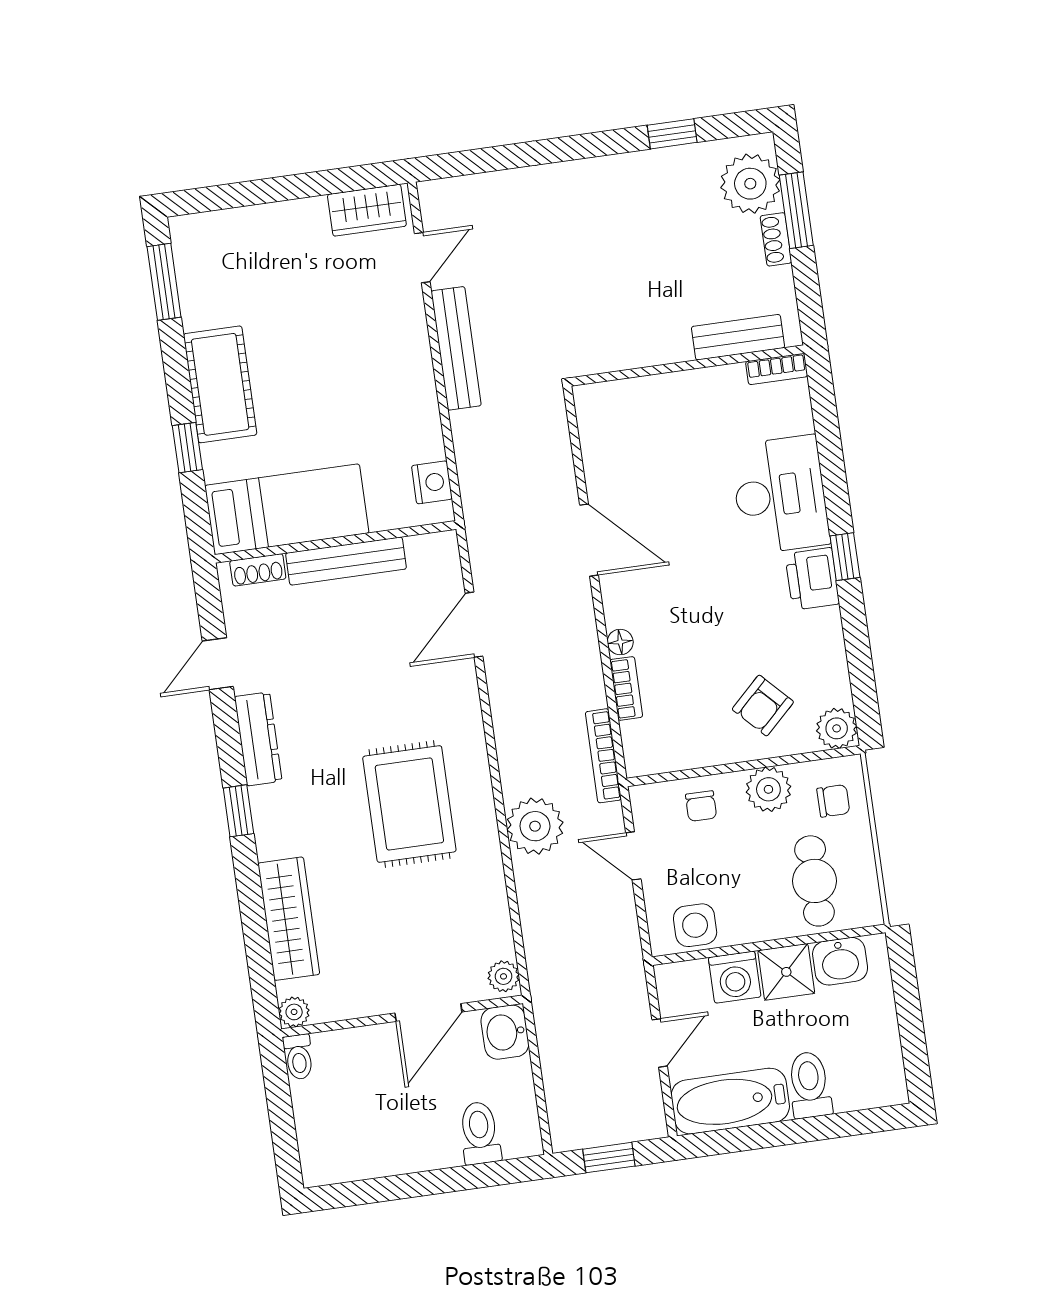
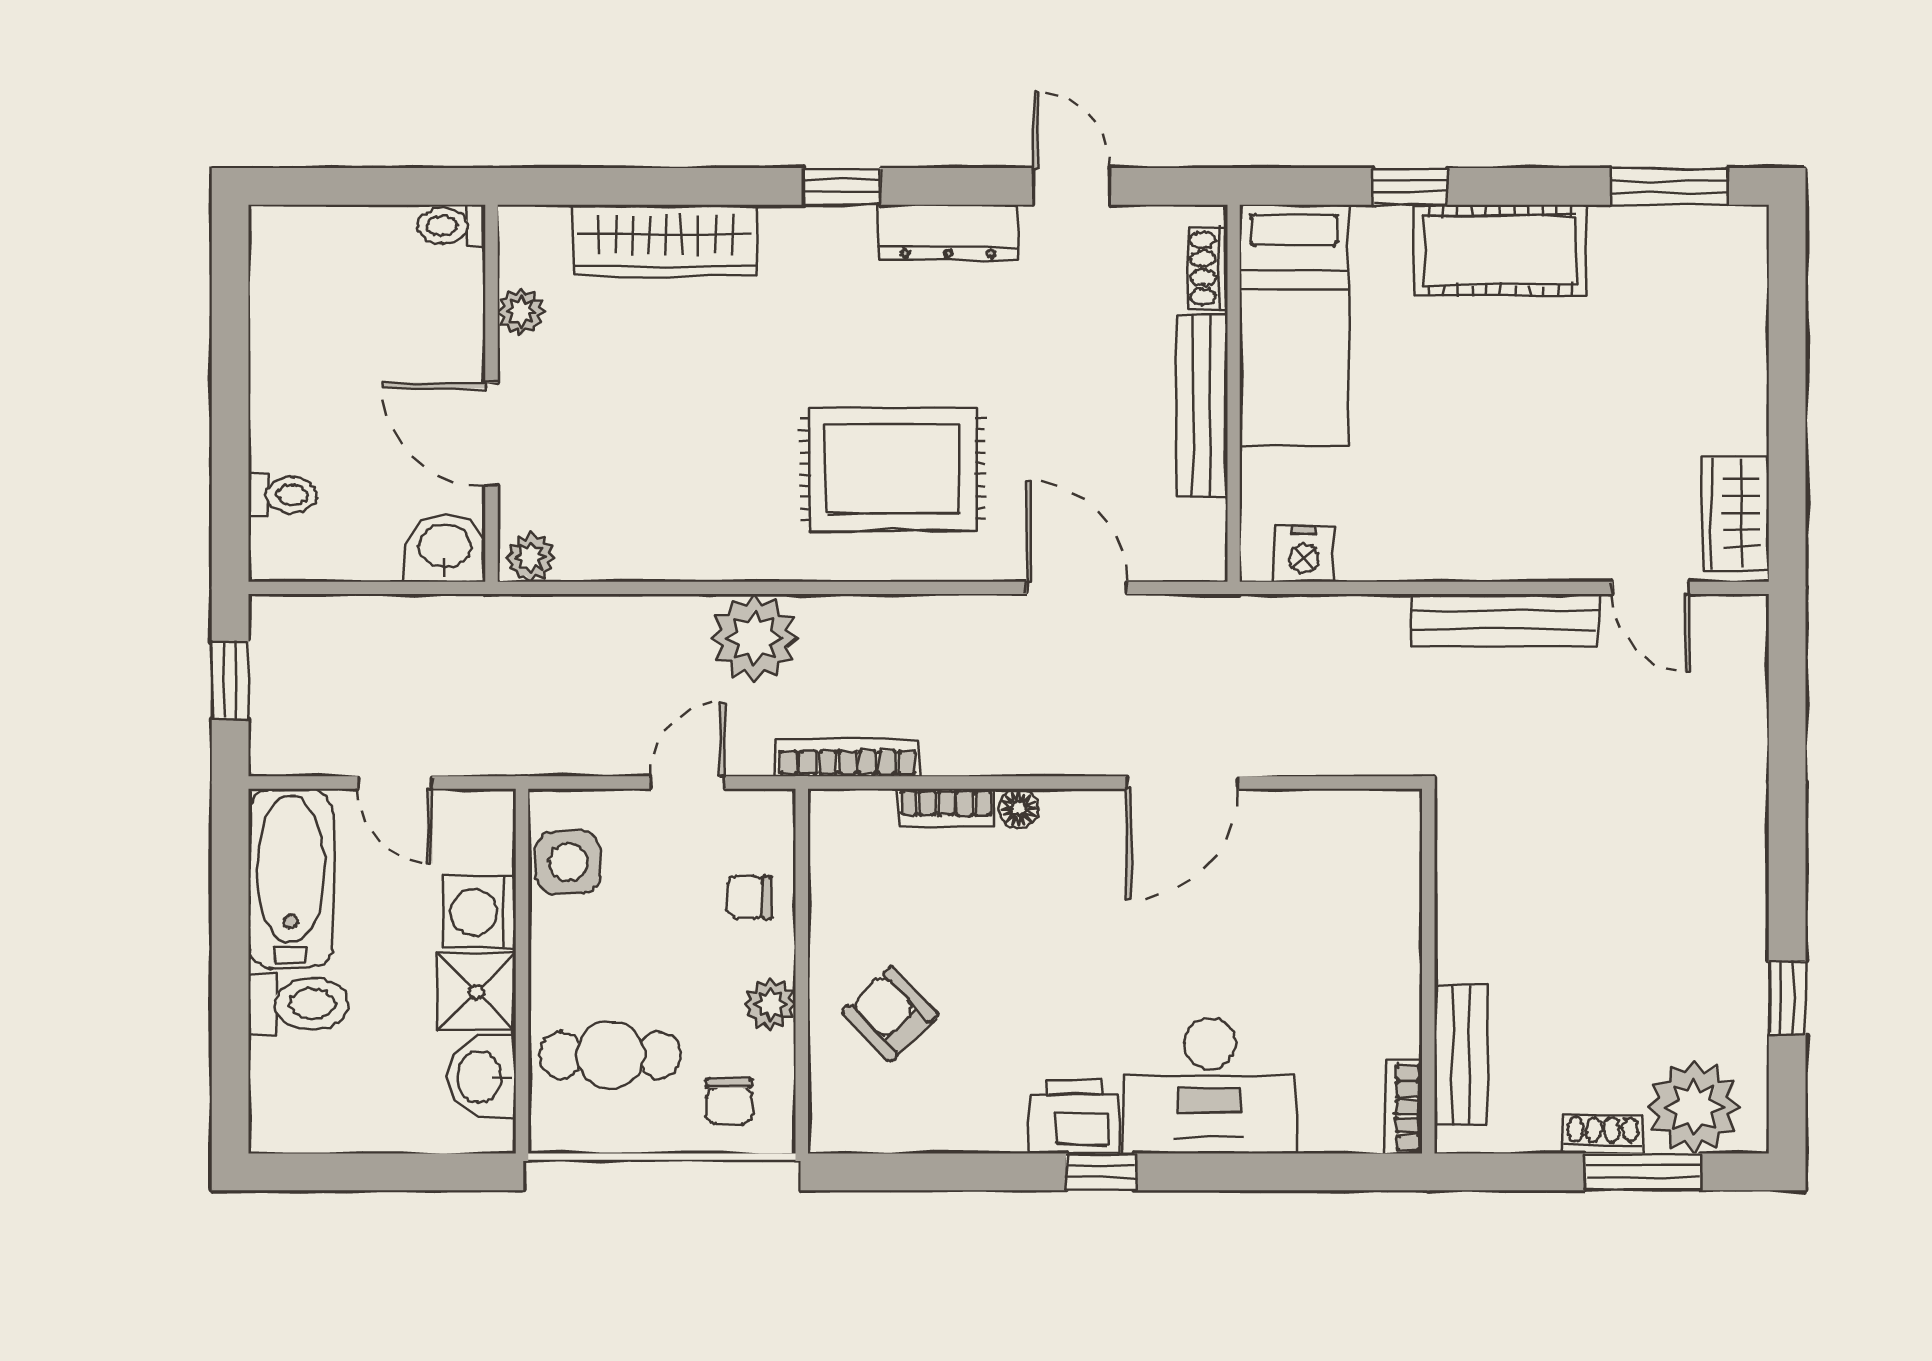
plant: (837, 728) -> (839, 1122), removed
plant: (768, 789) -> (770, 1004), width x0.73, depth x0.73
rug: (409, 804) -> (893, 469), moved
plant: (294, 1012) -> (521, 312), moved
toilet: (480, 1133) -> (282, 495), width x0.73, depth x0.72

